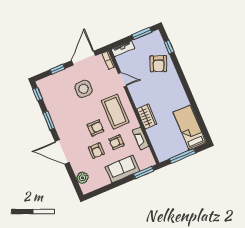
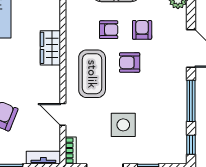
window: (49, 121) -> (191, 101), width x1.44
fireplace: (141, 138) -> (72, 20), removed

